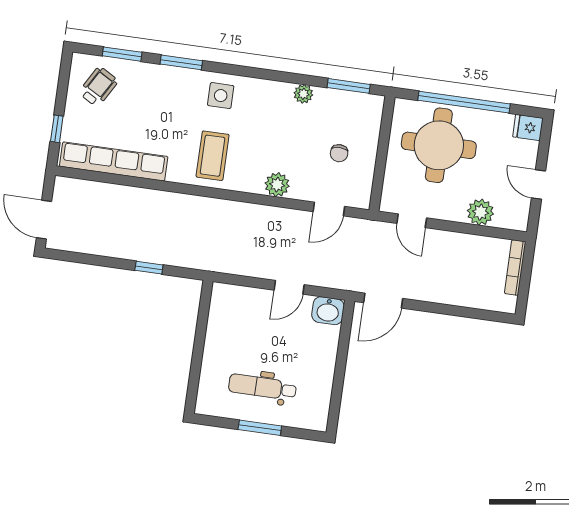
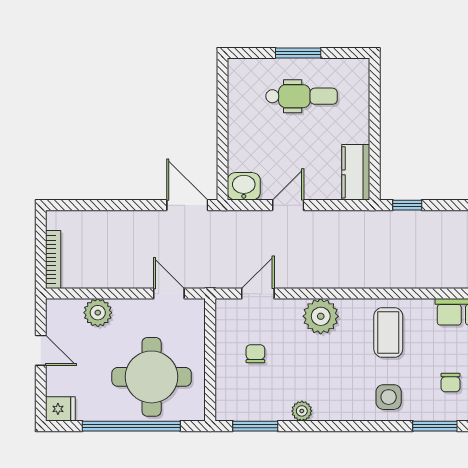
chair: (161, 101) -> (450, 383), added
plant: (277, 185) -> (321, 316), width x1.36, depth x1.36
window: (149, 268) -> (407, 205), moved
door: (383, 301) -> (187, 205), hinge flipped
kitchen counter: (222, 309) -> (356, 172), added

